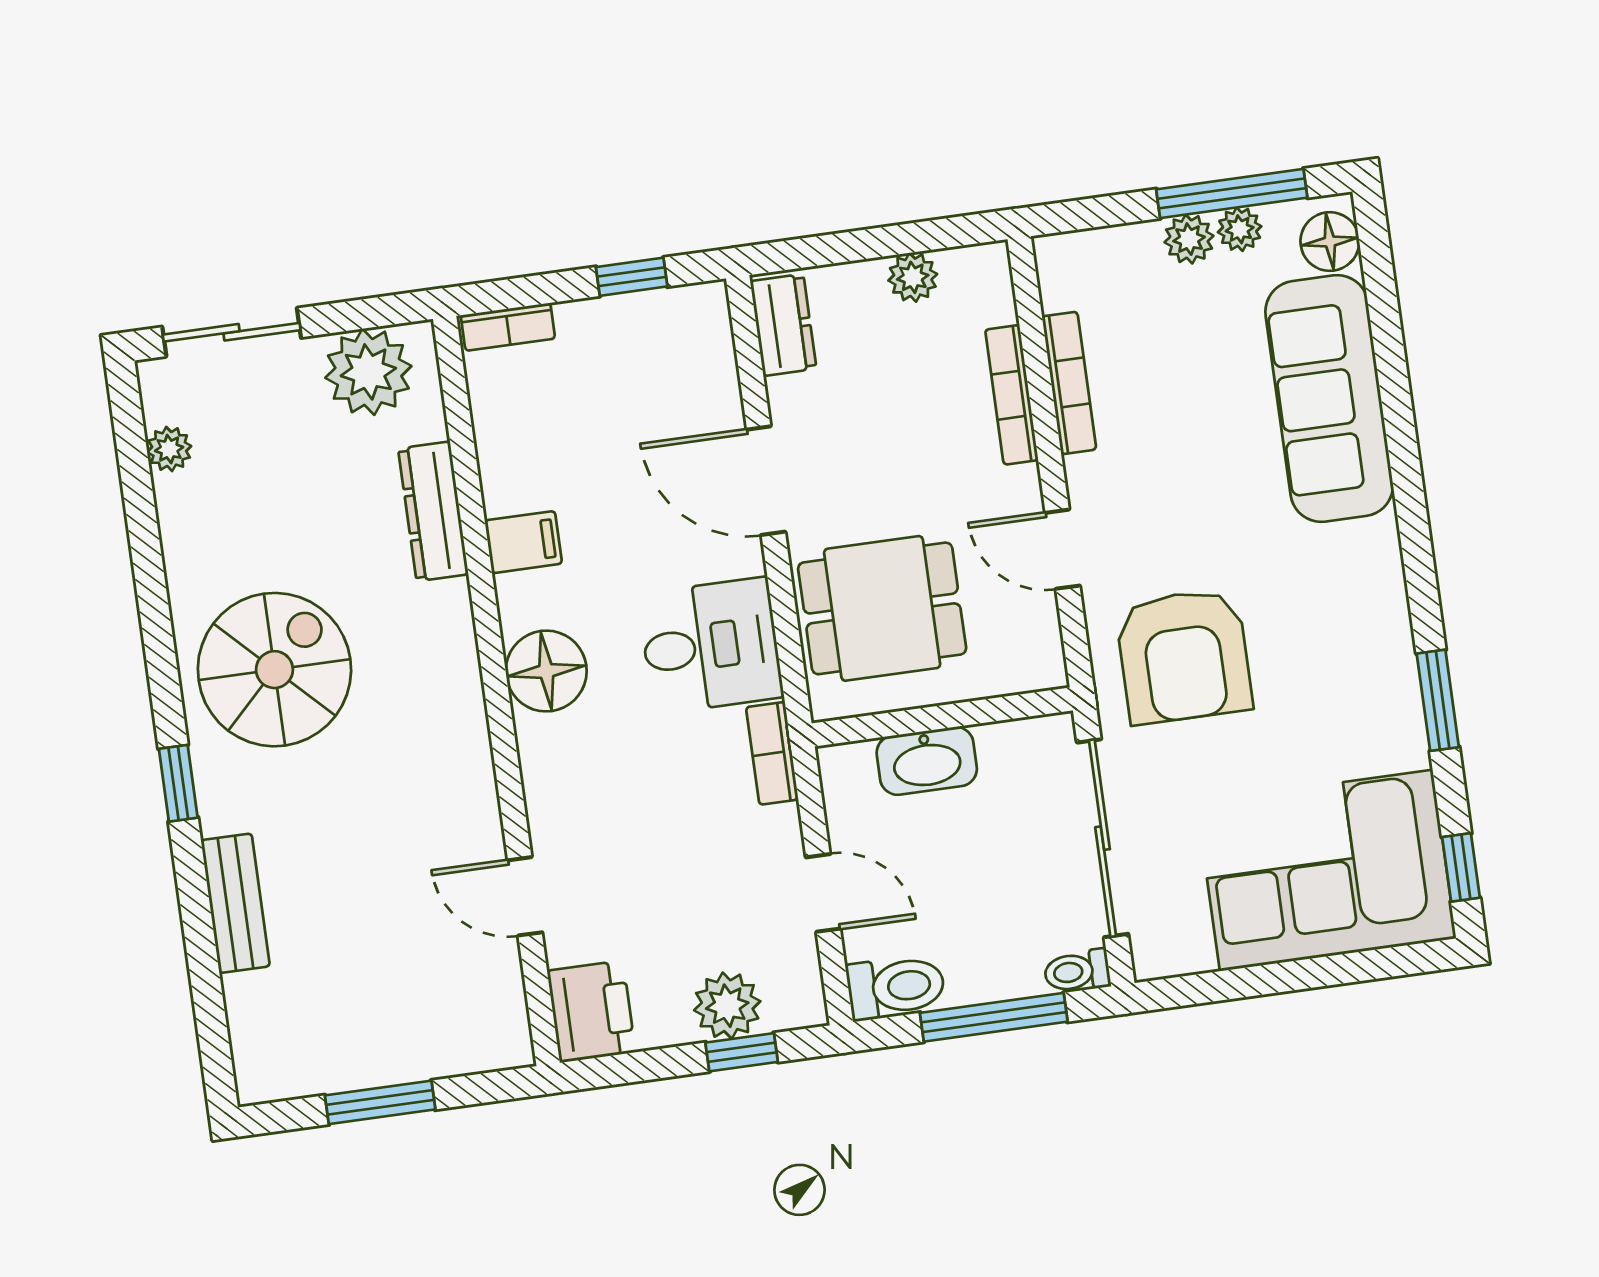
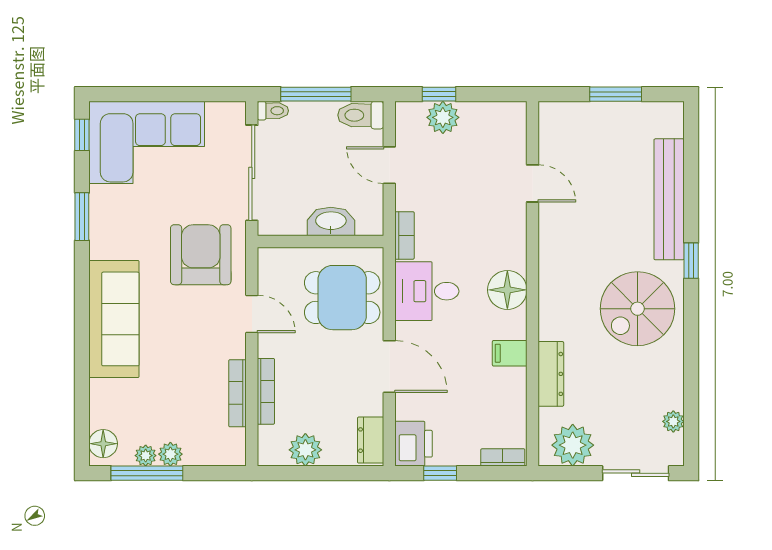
plant: (913, 277) -> (305, 450), width x1.38, depth x1.38
sofa: (1329, 398) -> (114, 319), moved
bench: (235, 903) -> (669, 199), width x1.86, depth x1.21
printer: (591, 1012) -> (414, 444), moved, turned 180

